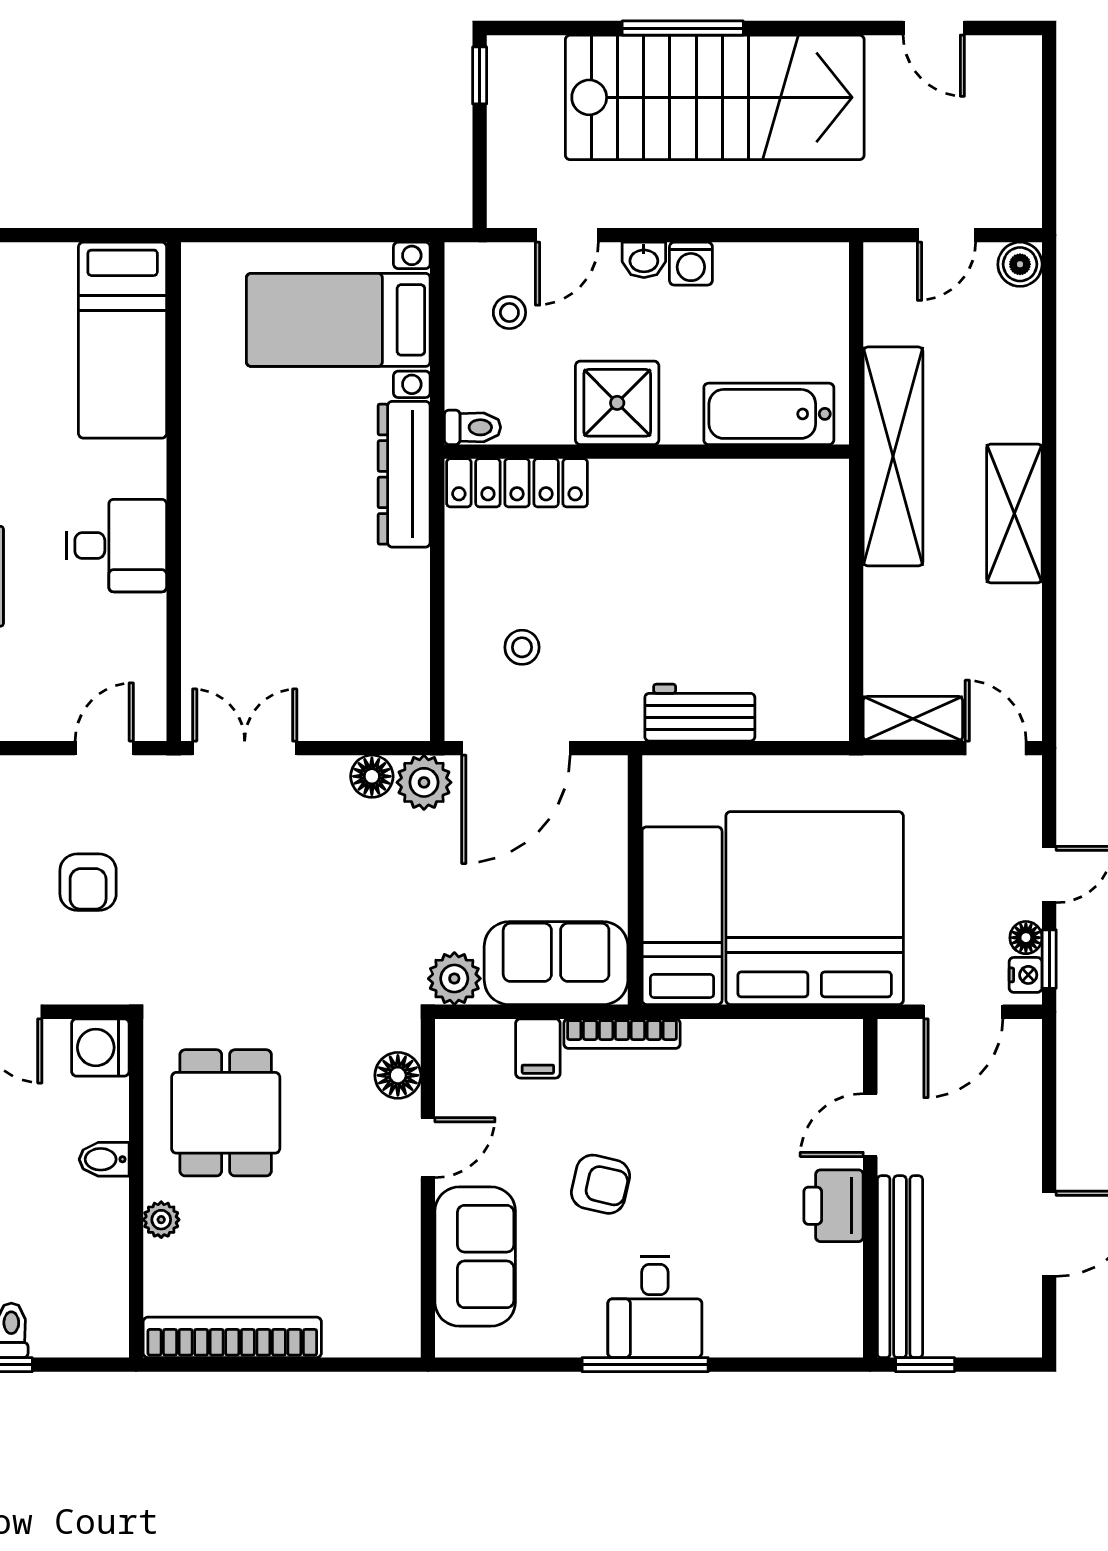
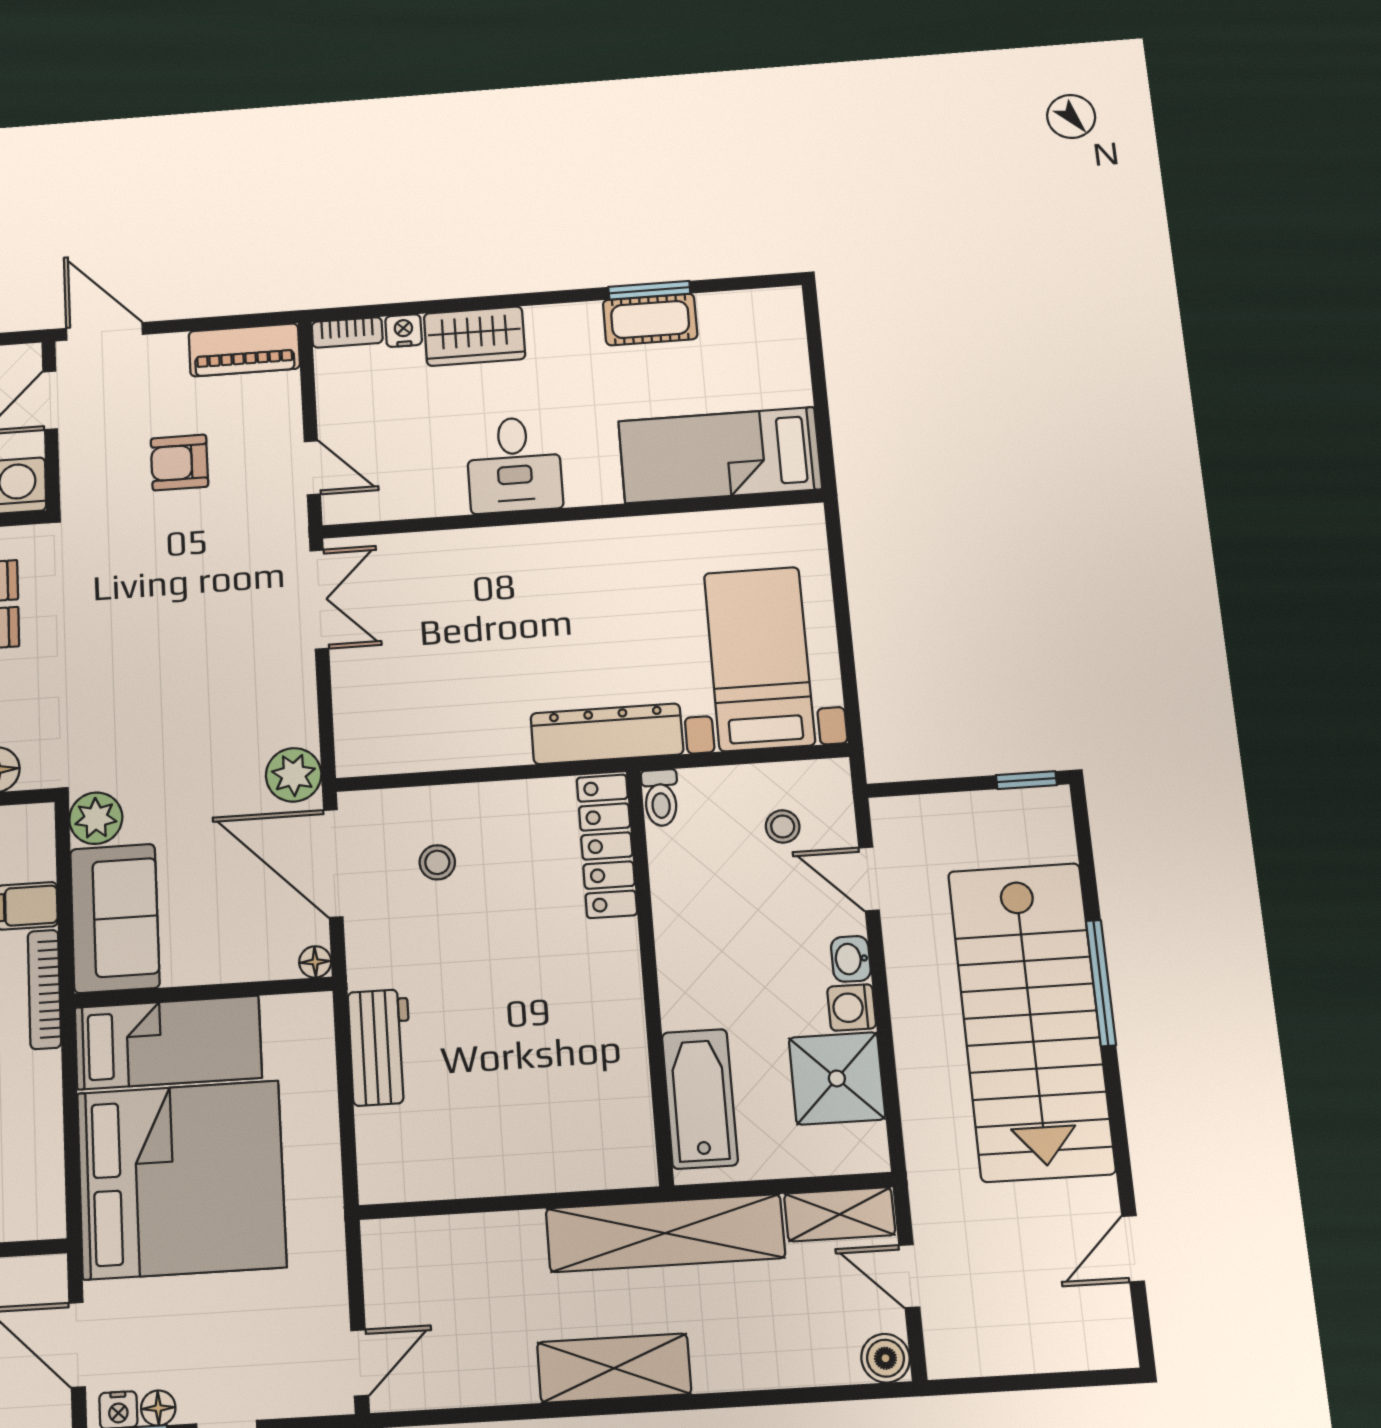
shower: (617, 403) -> (837, 1078), moved
shelving: (913, 719) -> (840, 1214), moved, turned 90
floor lamp: (372, 776) -> (315, 962), moved, width x0.73, depth x0.73

